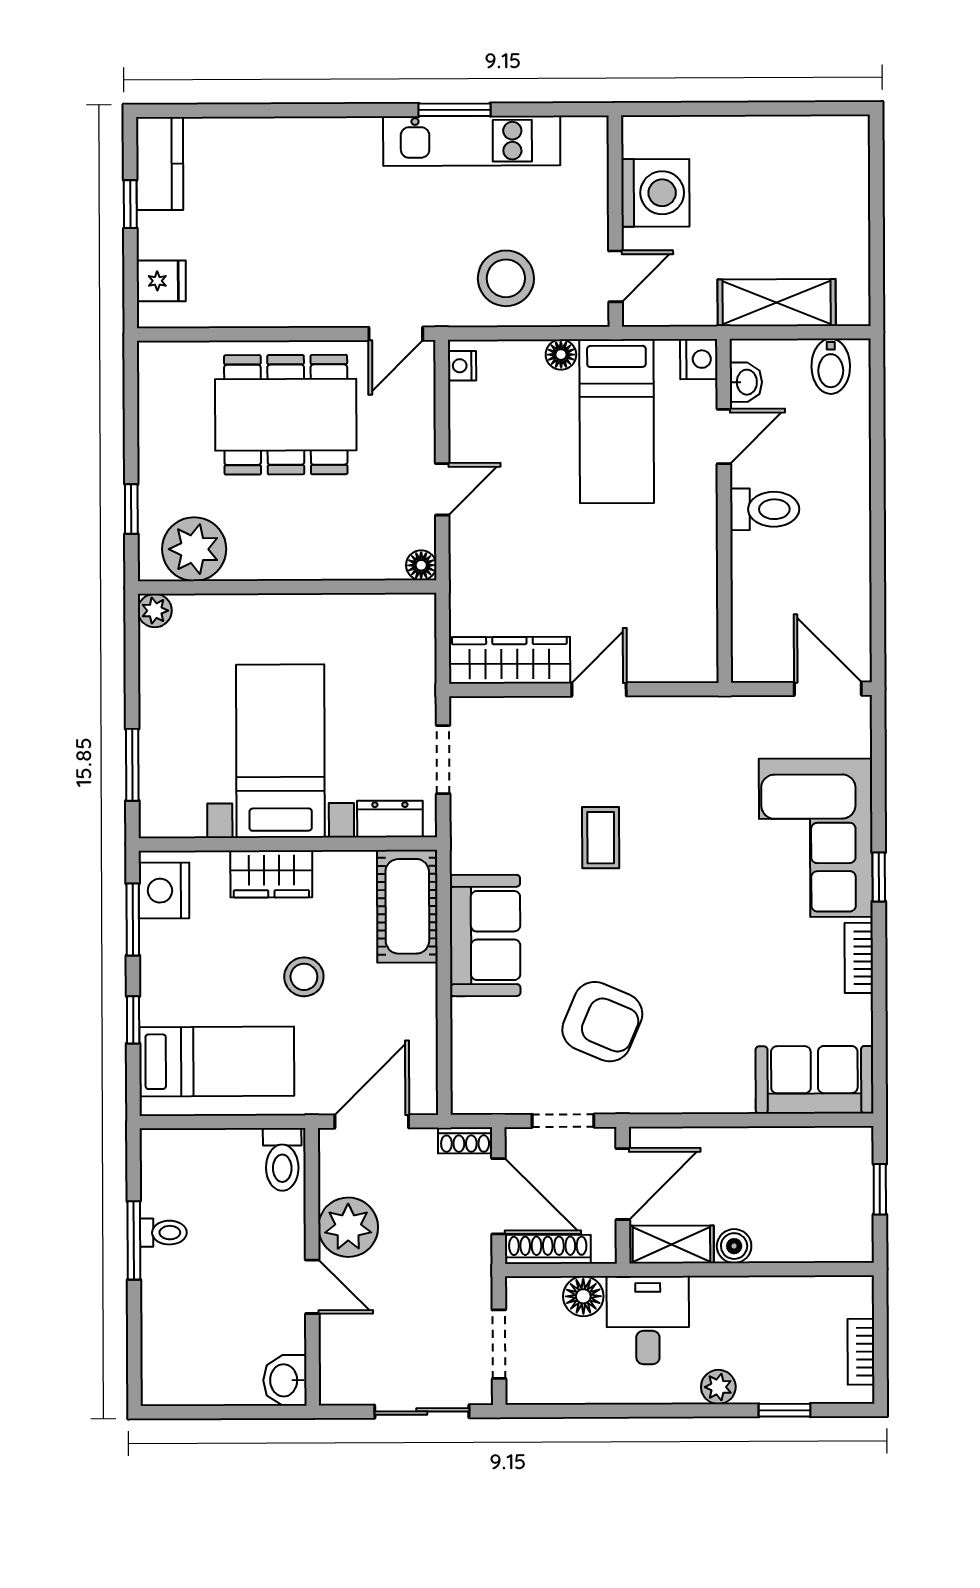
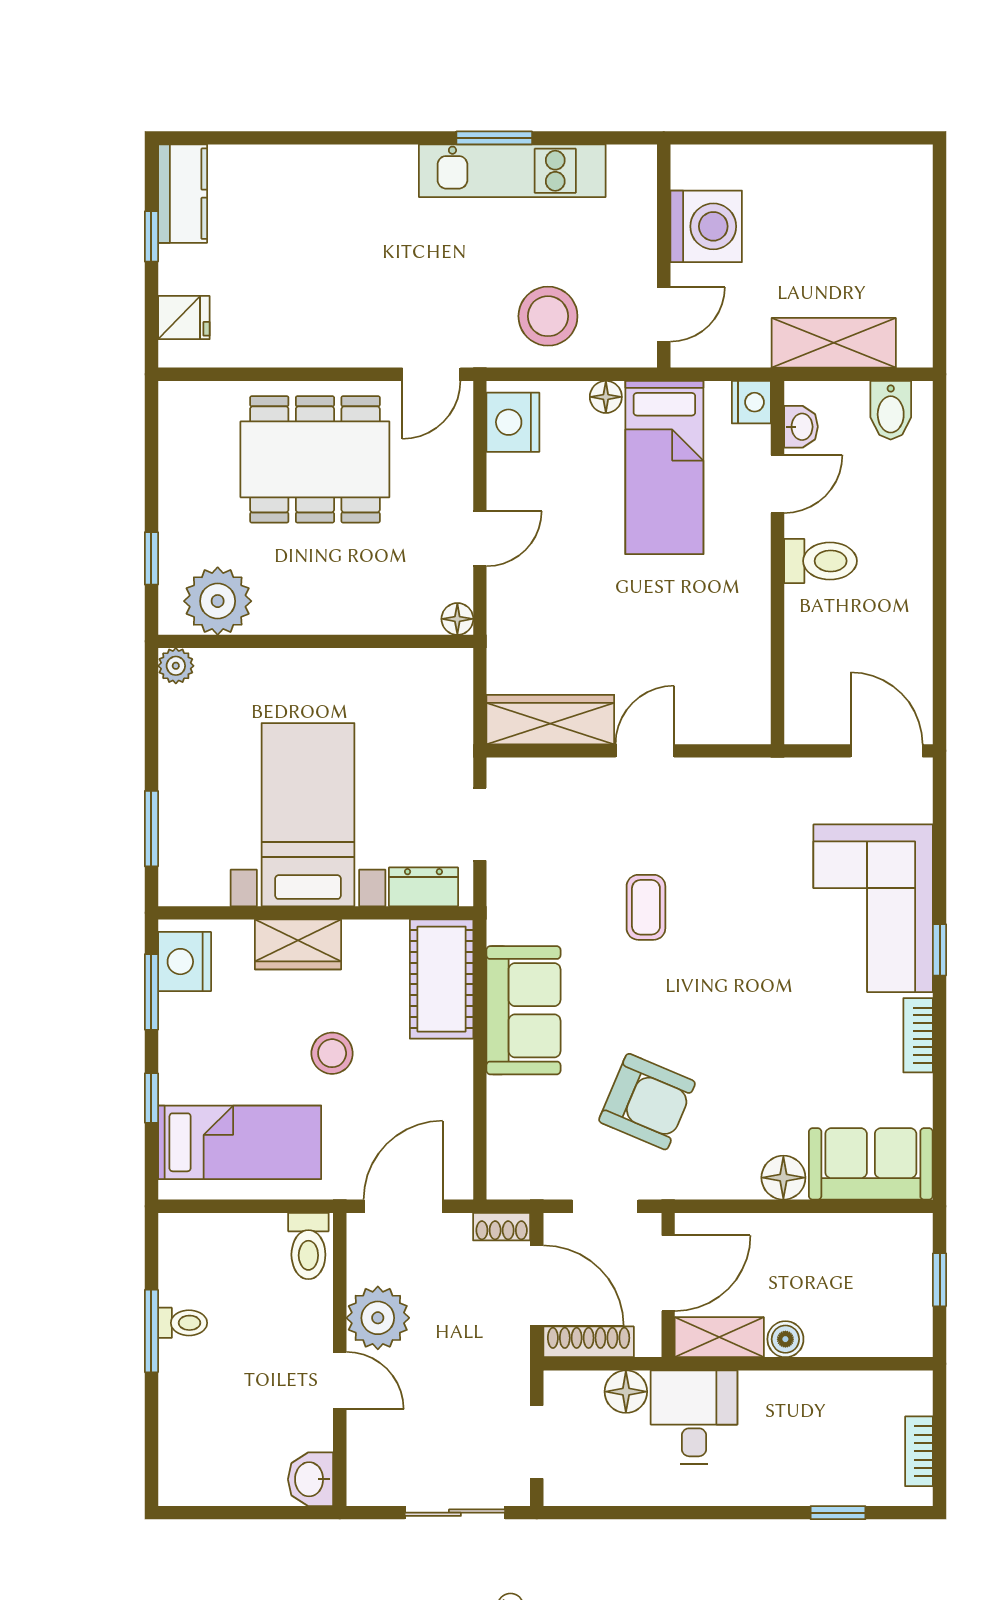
nightstand: (462, 366) -> (513, 422), width x1.89, depth x1.79
floor lamp: (732, 1093) -> (783, 1178), added
plant: (718, 1387) -> (768, 1488), removed

